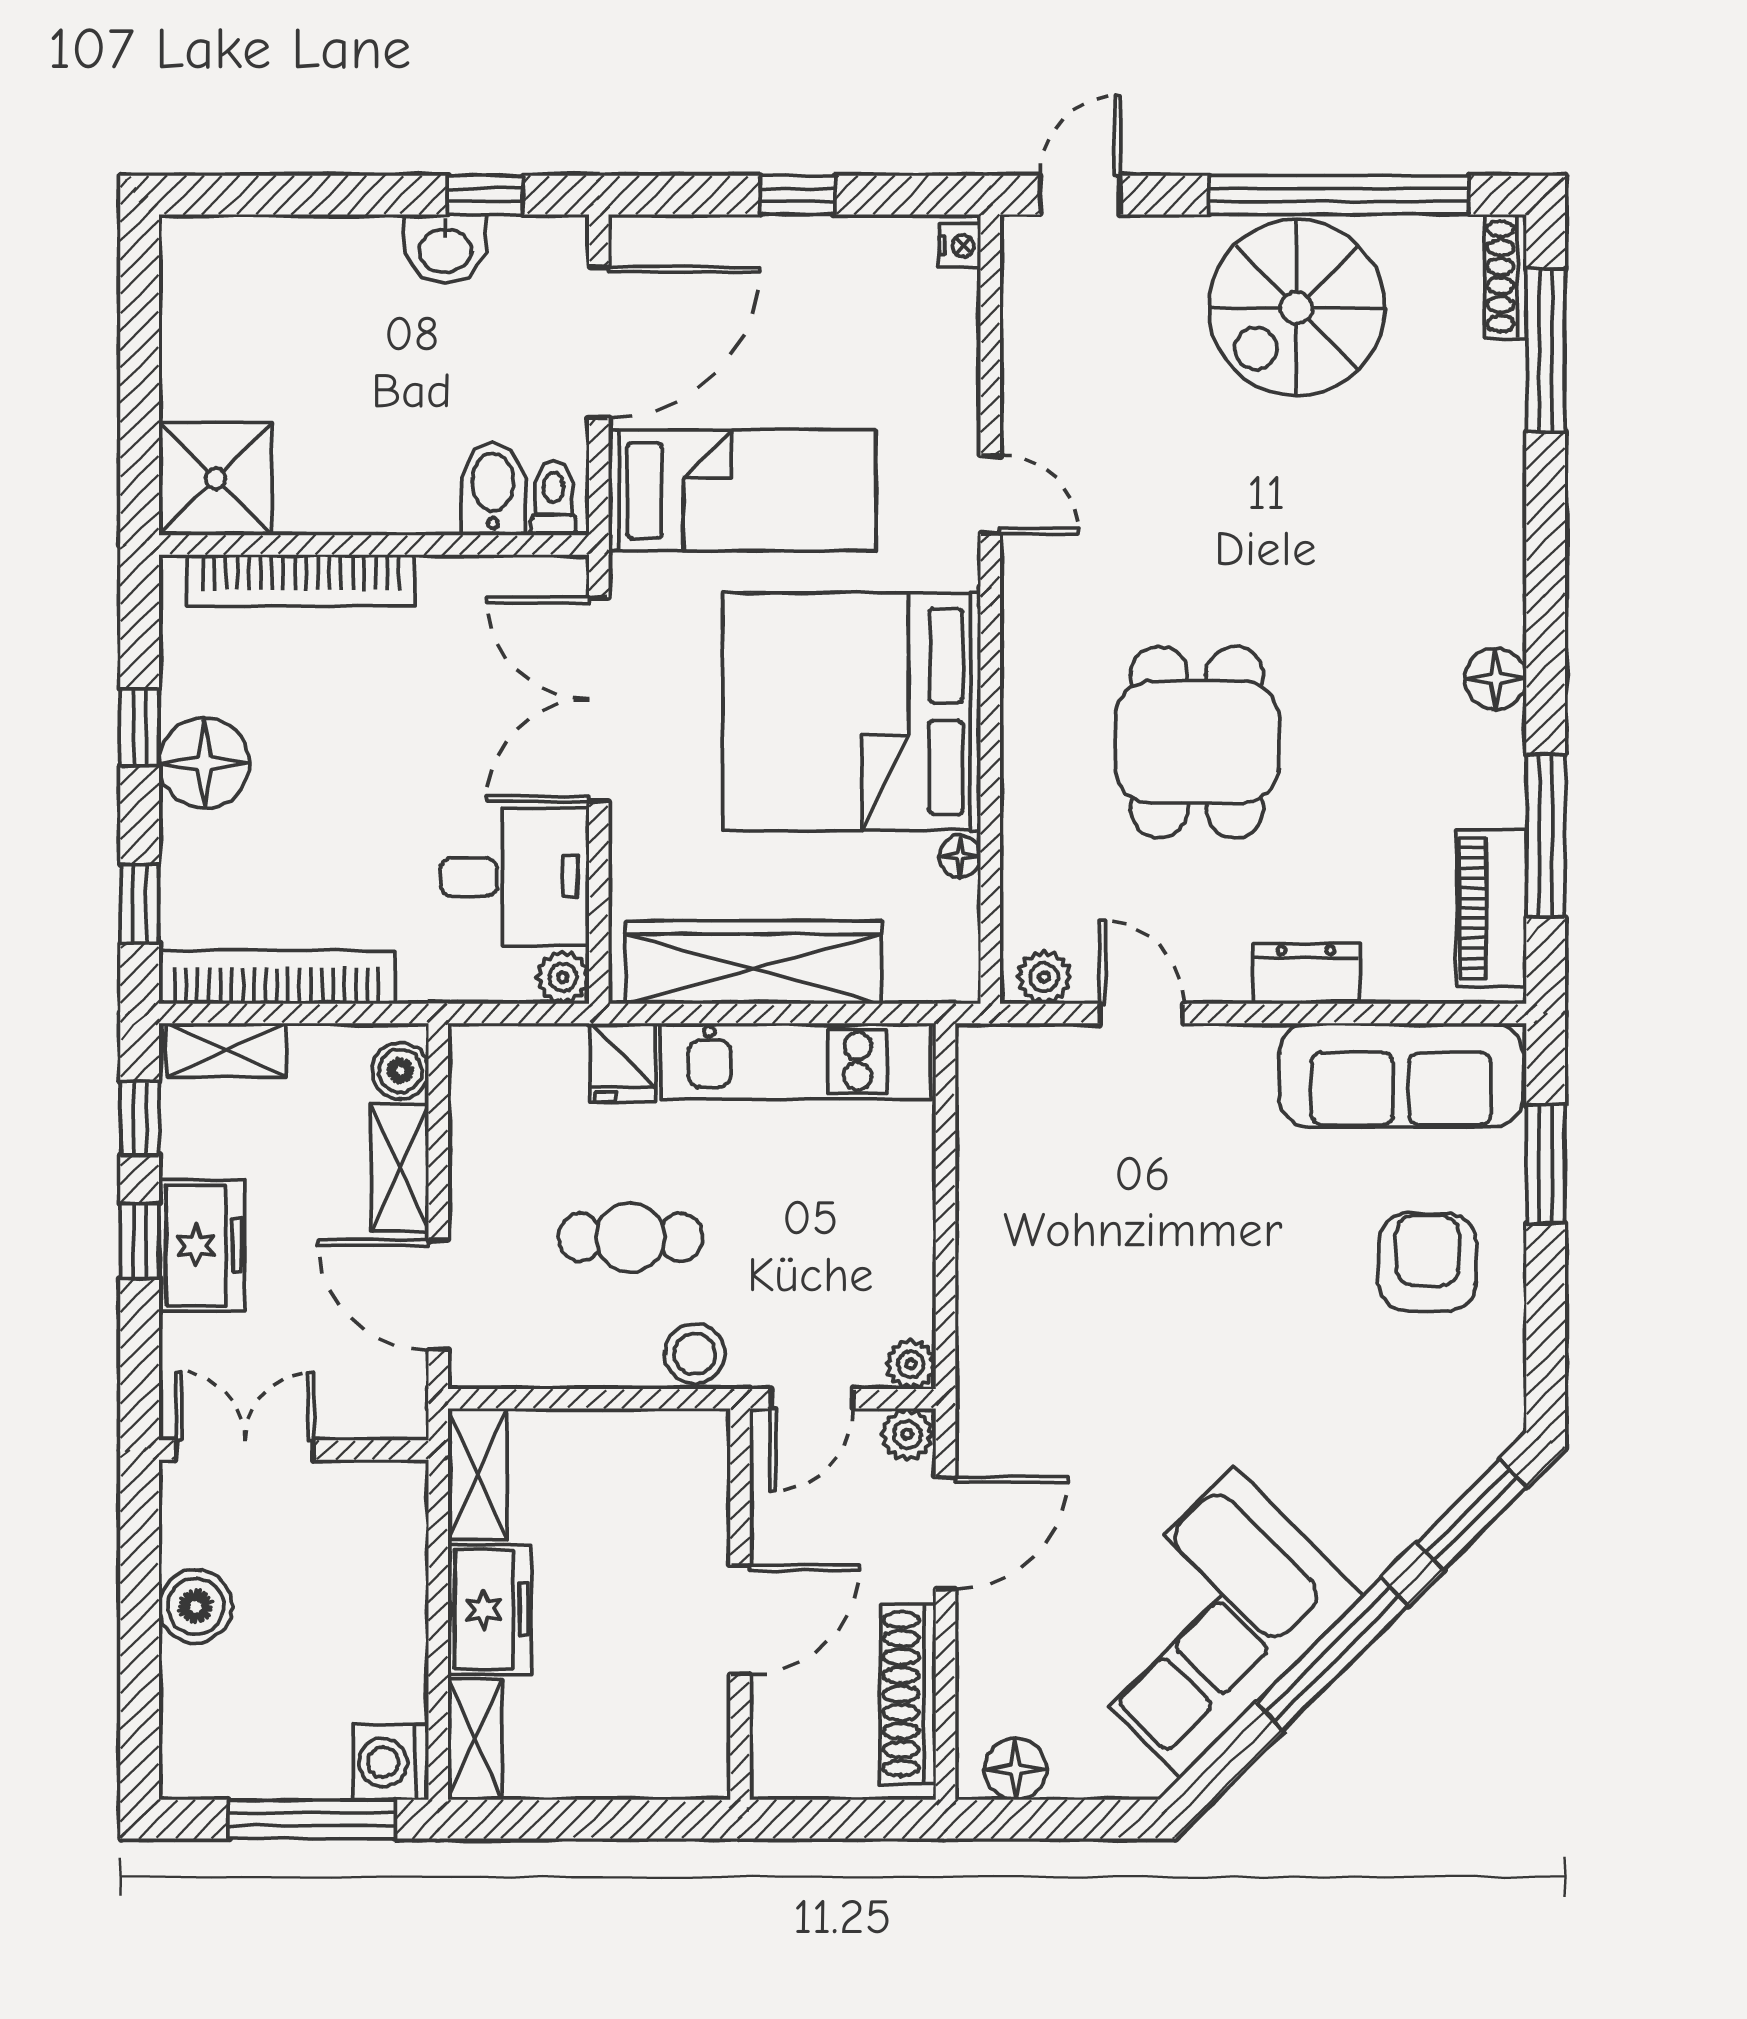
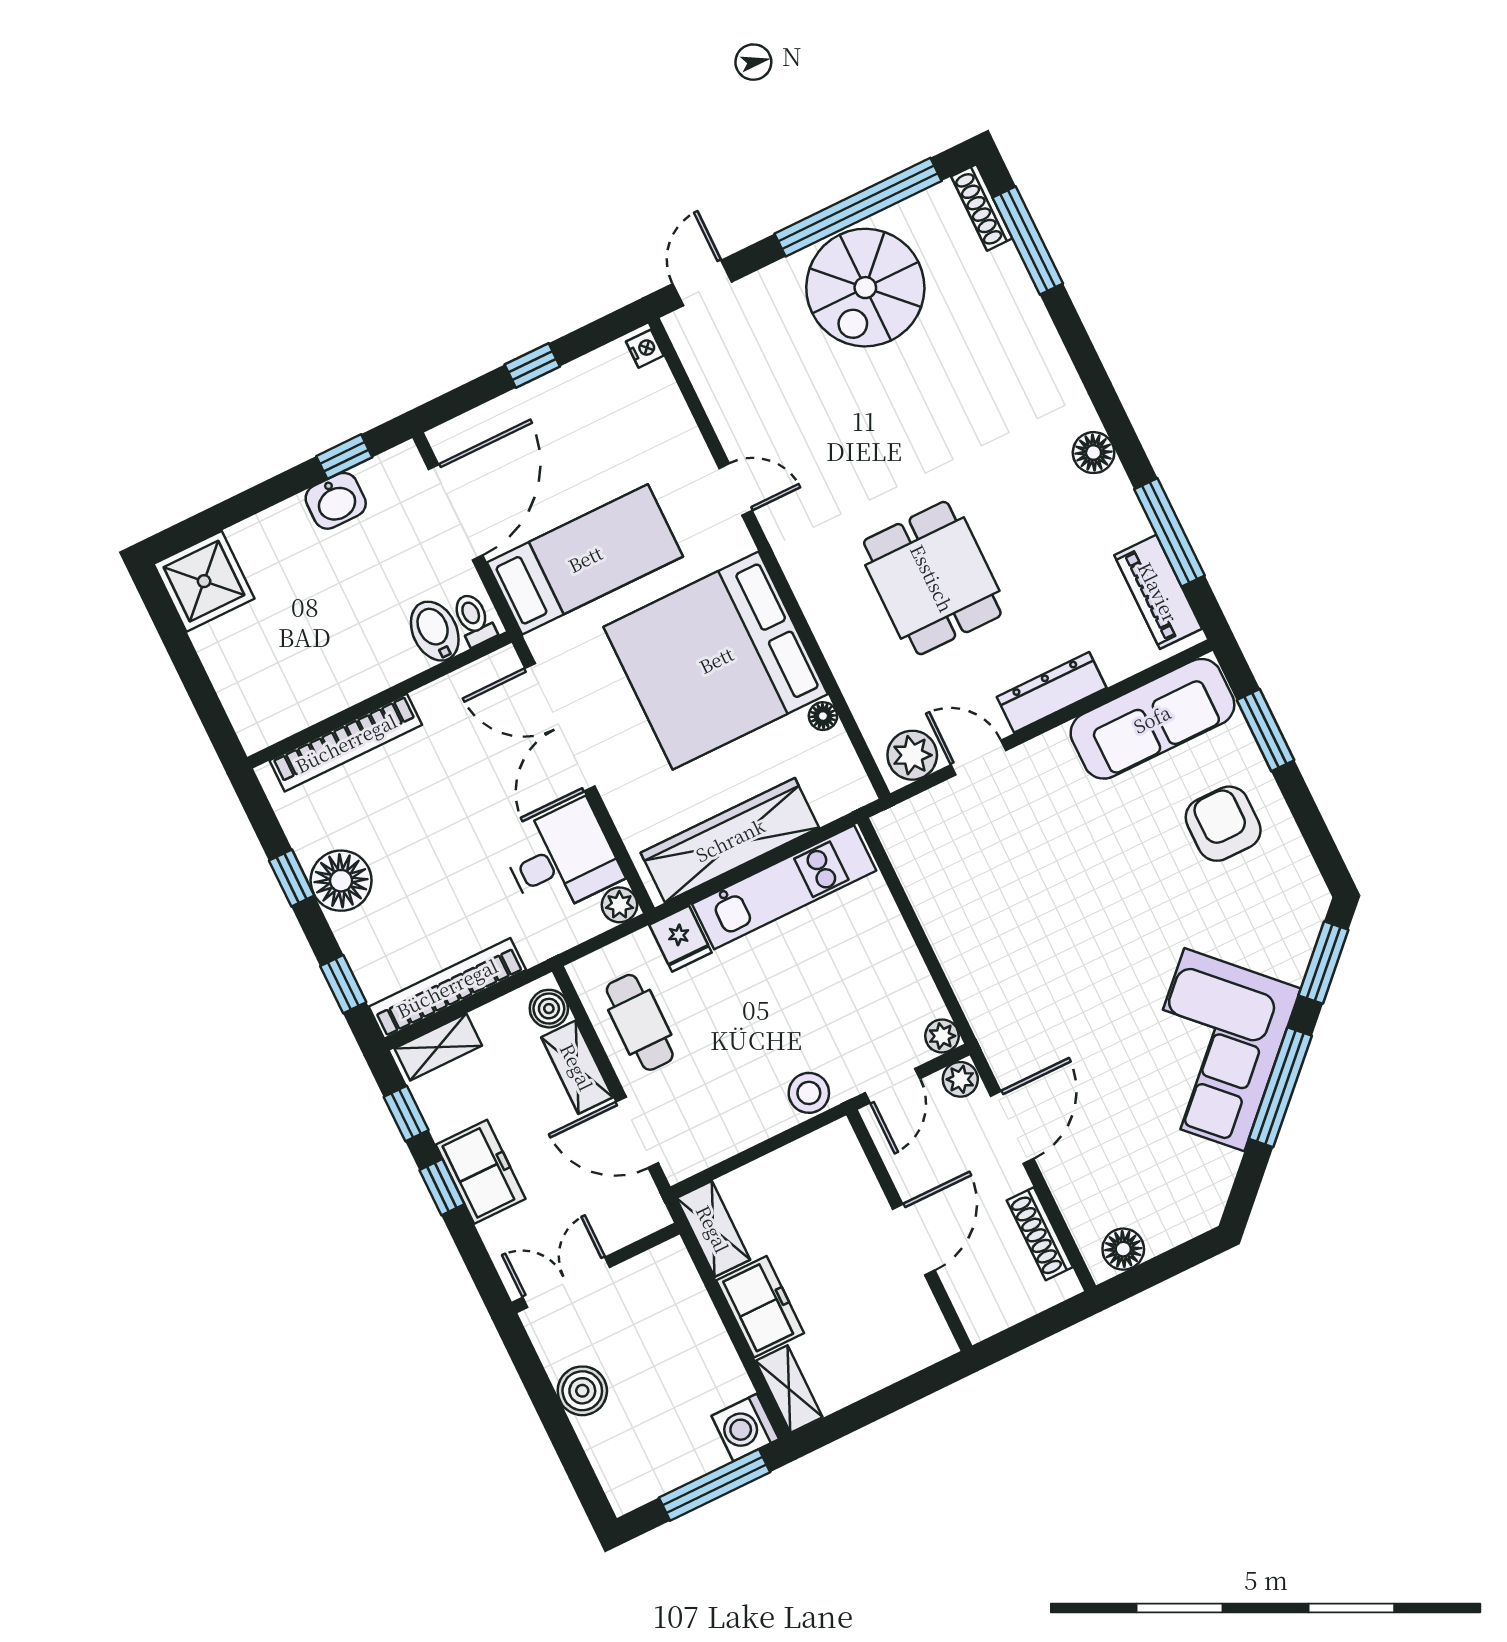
shower: (216, 479) -> (204, 581), moved
dresser: (1306, 974) -> (1052, 692), width x1.44
plant: (1044, 977) -> (912, 755), width x1.38, depth x1.38
cafe table: (630, 1237) -> (640, 1022), moved, turned 90
corner sofa: (1207, 1622) -> (1214, 1050), moved
shoe rack: (908, 1694) -> (1040, 1234), width x0.74, depth x0.81

